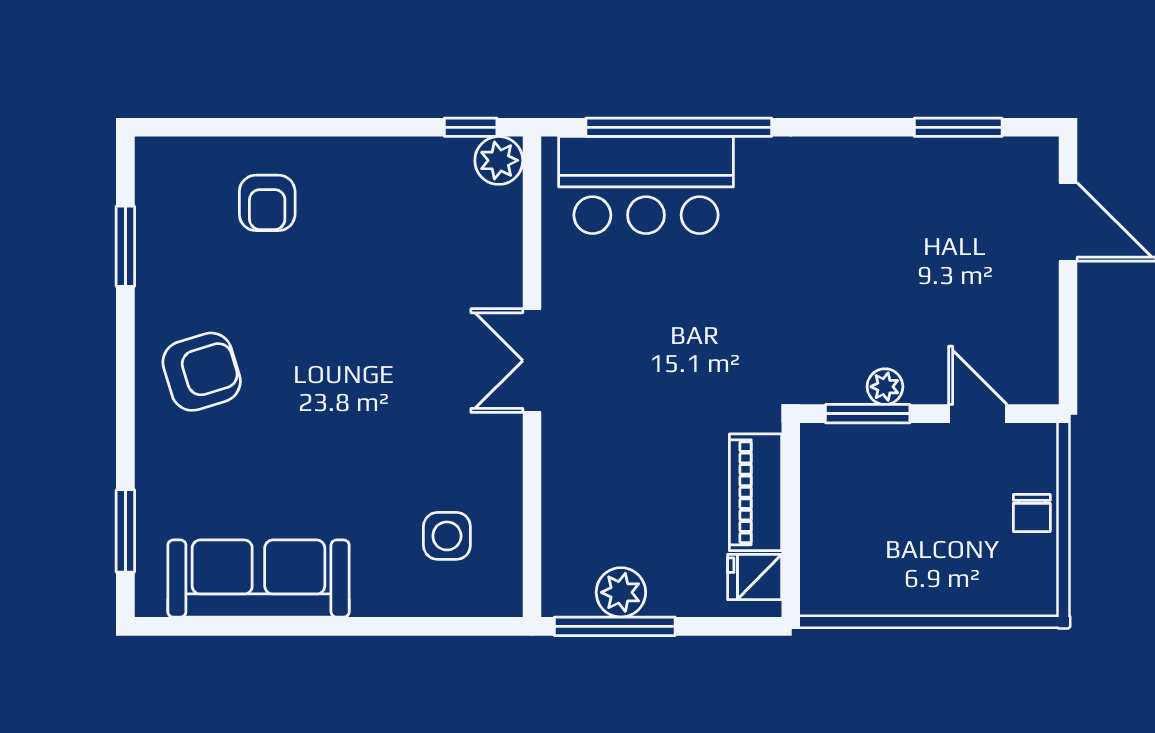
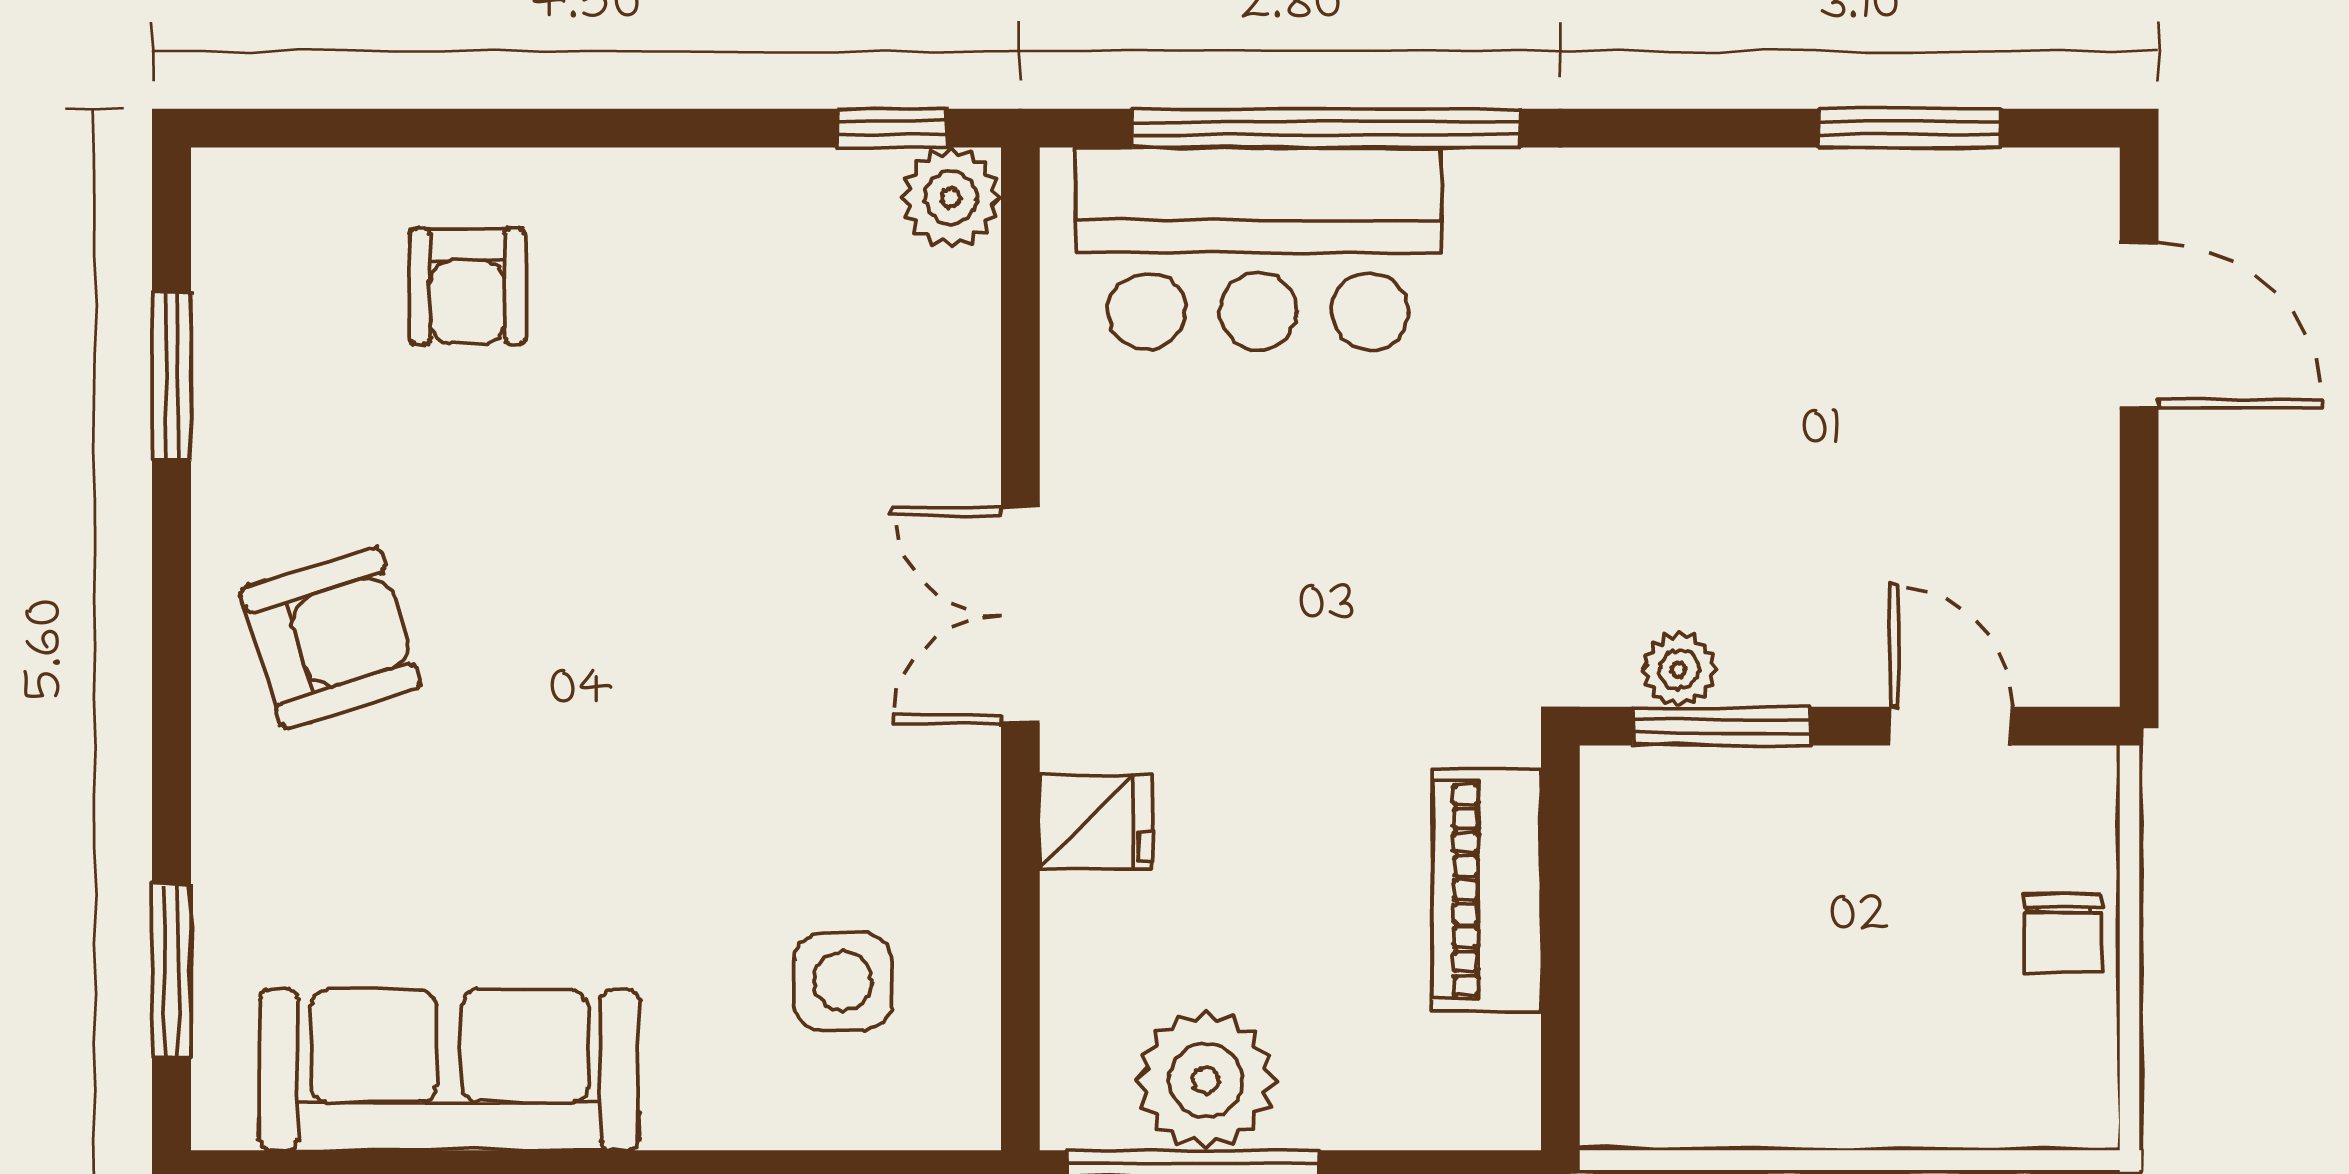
plant: (885, 387) -> (1679, 670), moved
fridge: (755, 577) -> (1096, 822), moved, turned 180
plant: (621, 592) -> (1206, 1080), width x1.36, depth x1.36

